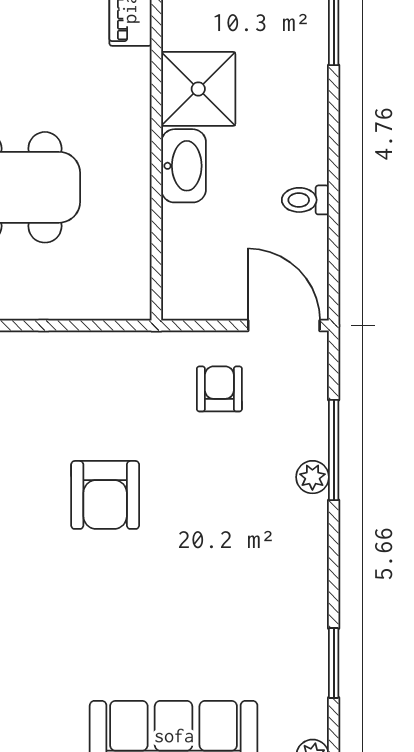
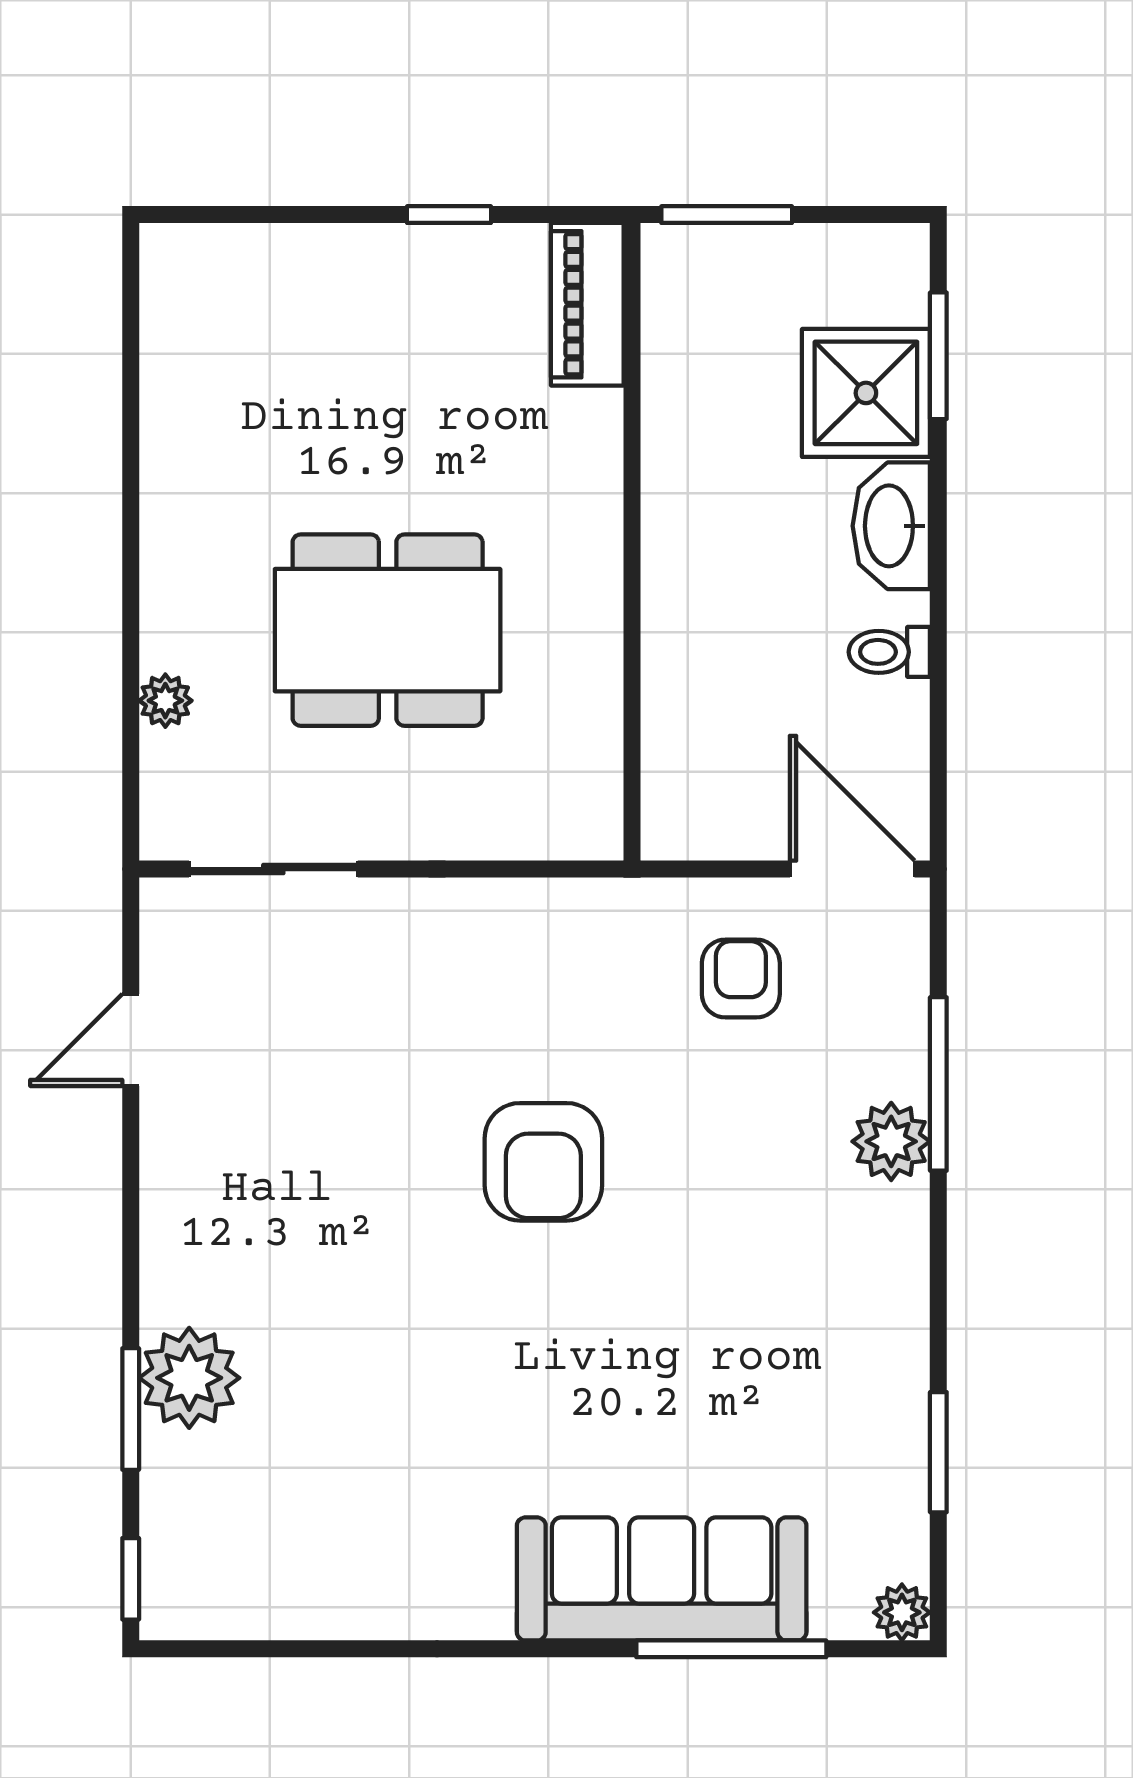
shower: (198, 89) -> (866, 393), moved
washbasin: (184, 166) -> (891, 526), moved, turned 180
plant: (312, 477) -> (891, 1141), width x1.38, depth x1.38

